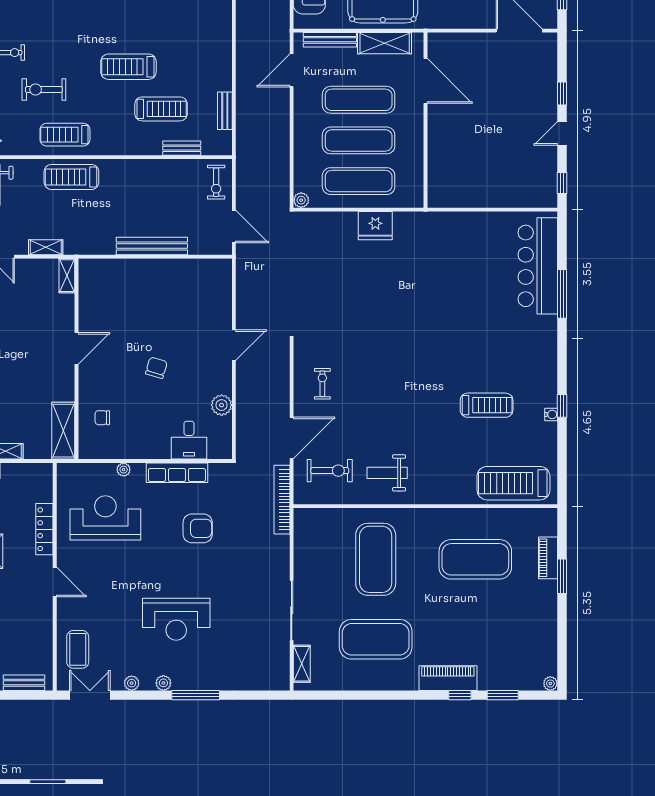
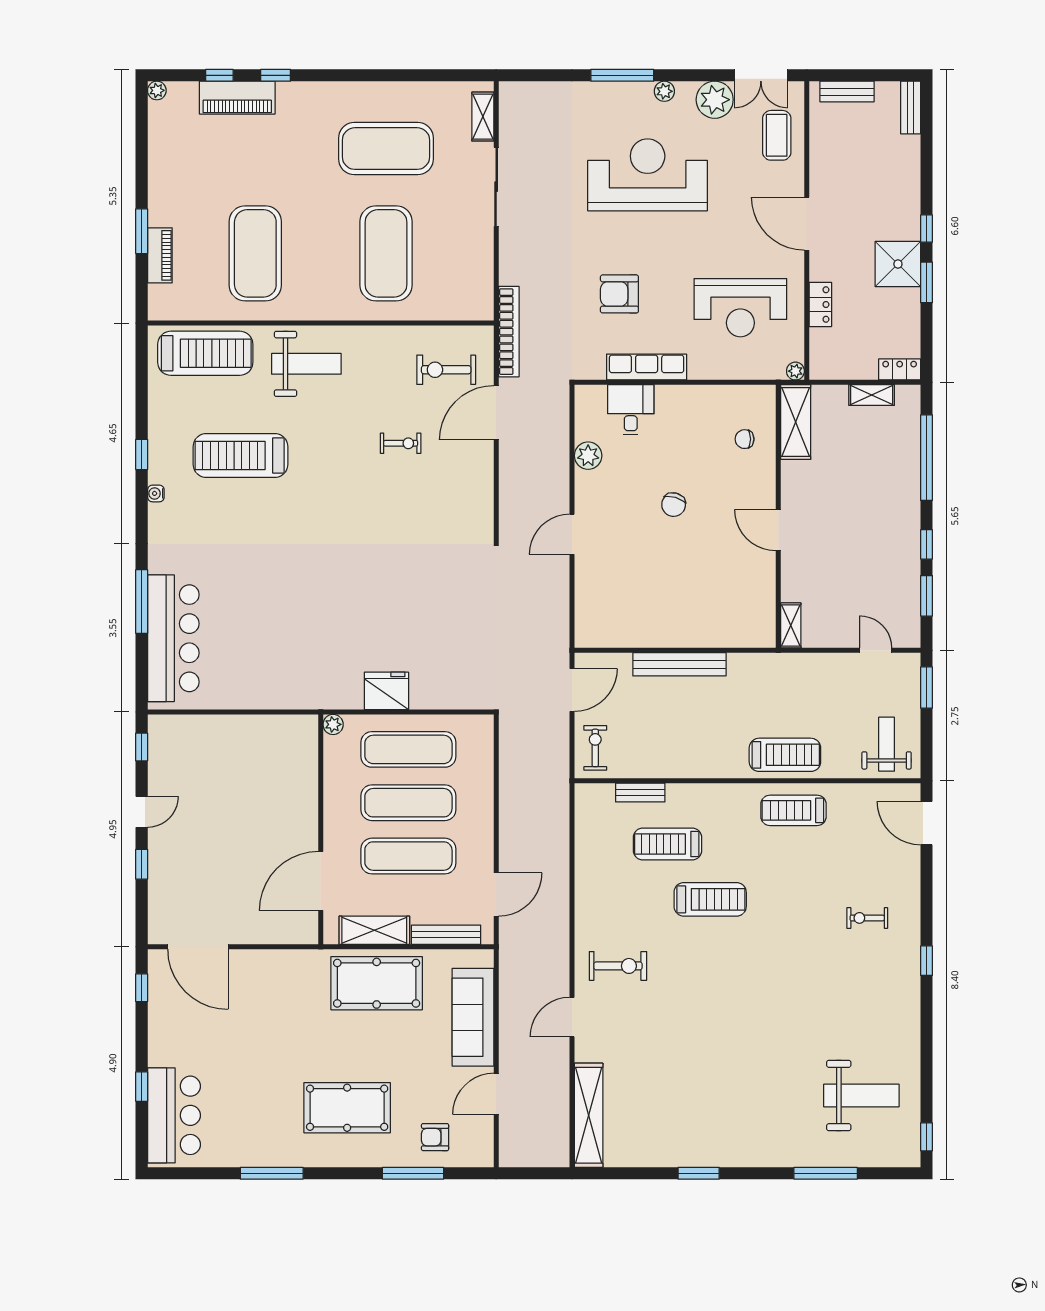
door: (425, 81) -> (321, 881), hinge flipped
exercise bike: (44, 90) -> (618, 966), moved
bench: (225, 111) -> (584, 842), removed
treadmill: (65, 135) -> (794, 810), turned 180
plant: (301, 200) -> (333, 724), moved
door: (234, 226) -> (572, 690), swing flipped
shelving: (46, 247) -> (819, 663), removed
door: (76, 348) -> (778, 530), hinge flipped
exercise bike: (322, 384) -> (401, 443), moved, turned -90
treadmill: (487, 405) -> (241, 456), width x1.37, depth x1.38
water cooler: (551, 414) -> (156, 493), moved
chair: (102, 418) -> (745, 439), turned 180
plant: (124, 470) -> (795, 371), moved
weight bench: (387, 473) -> (306, 364), moved, width x1.36, depth x1.33
locker: (44, 529) -> (820, 304), width x0.66
exercise mat: (475, 559) -> (255, 253), turned 90
door: (55, 582) -> (807, 224), width x1.36
reception desk: (176, 619) -> (648, 175), width x1.36, depth x1.30
piano: (448, 678) -> (237, 98), moved
plant: (132, 683) -> (715, 100), width x1.87, depth x1.87
window: (503, 695) -> (219, 75), width x0.67

